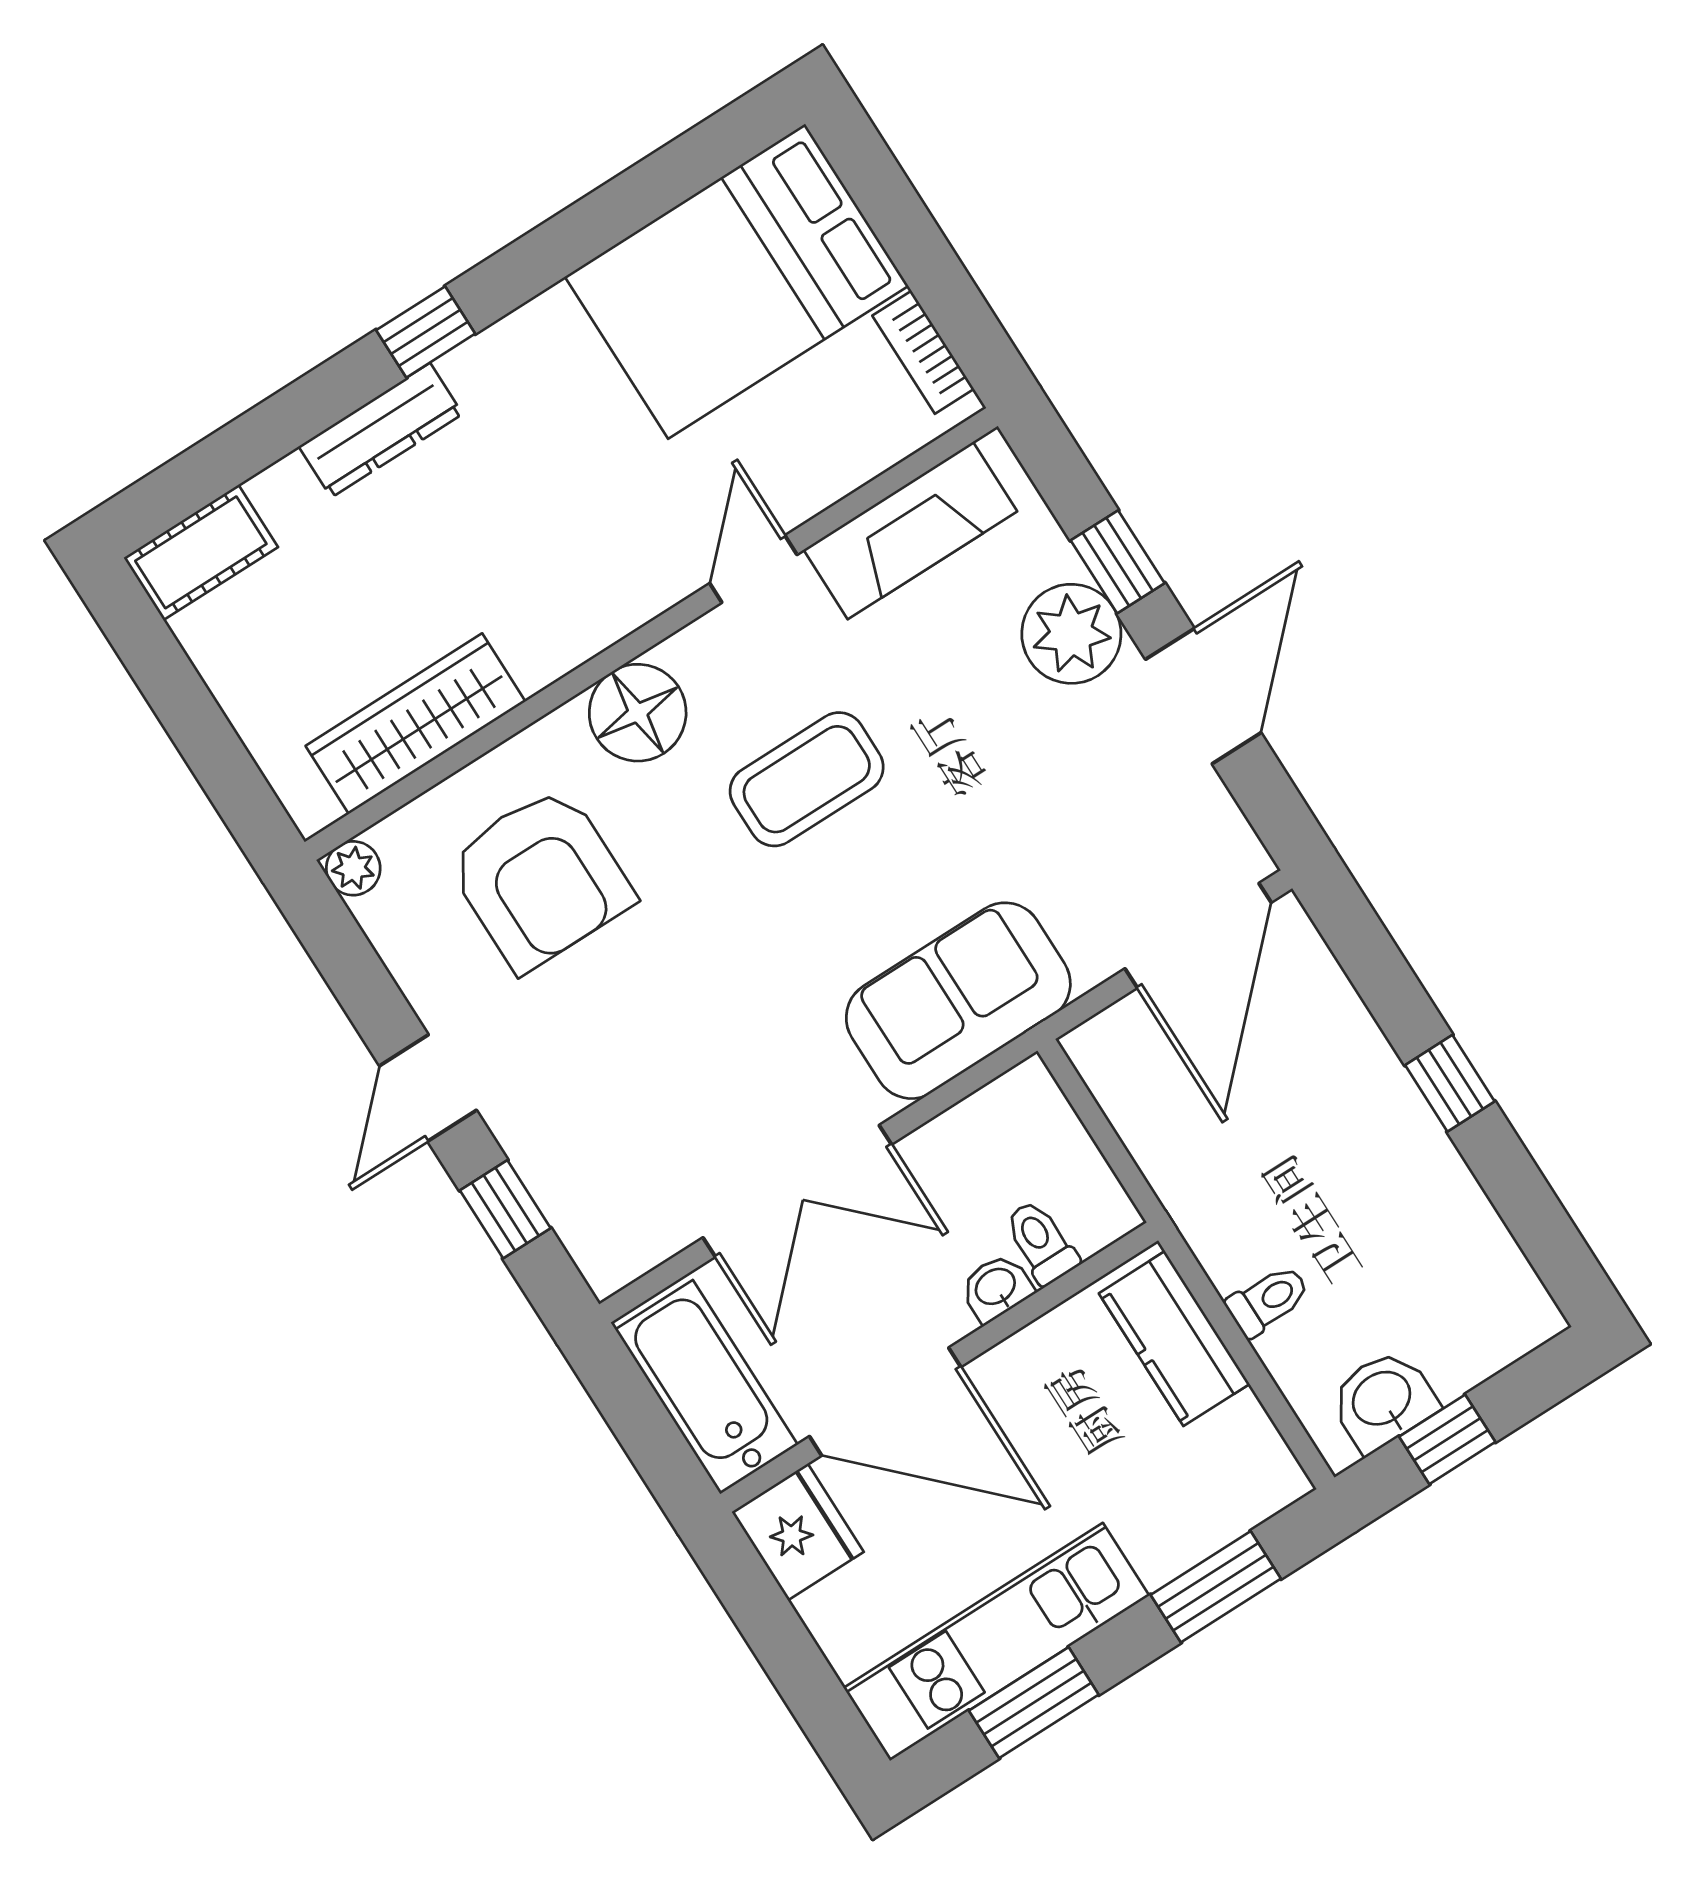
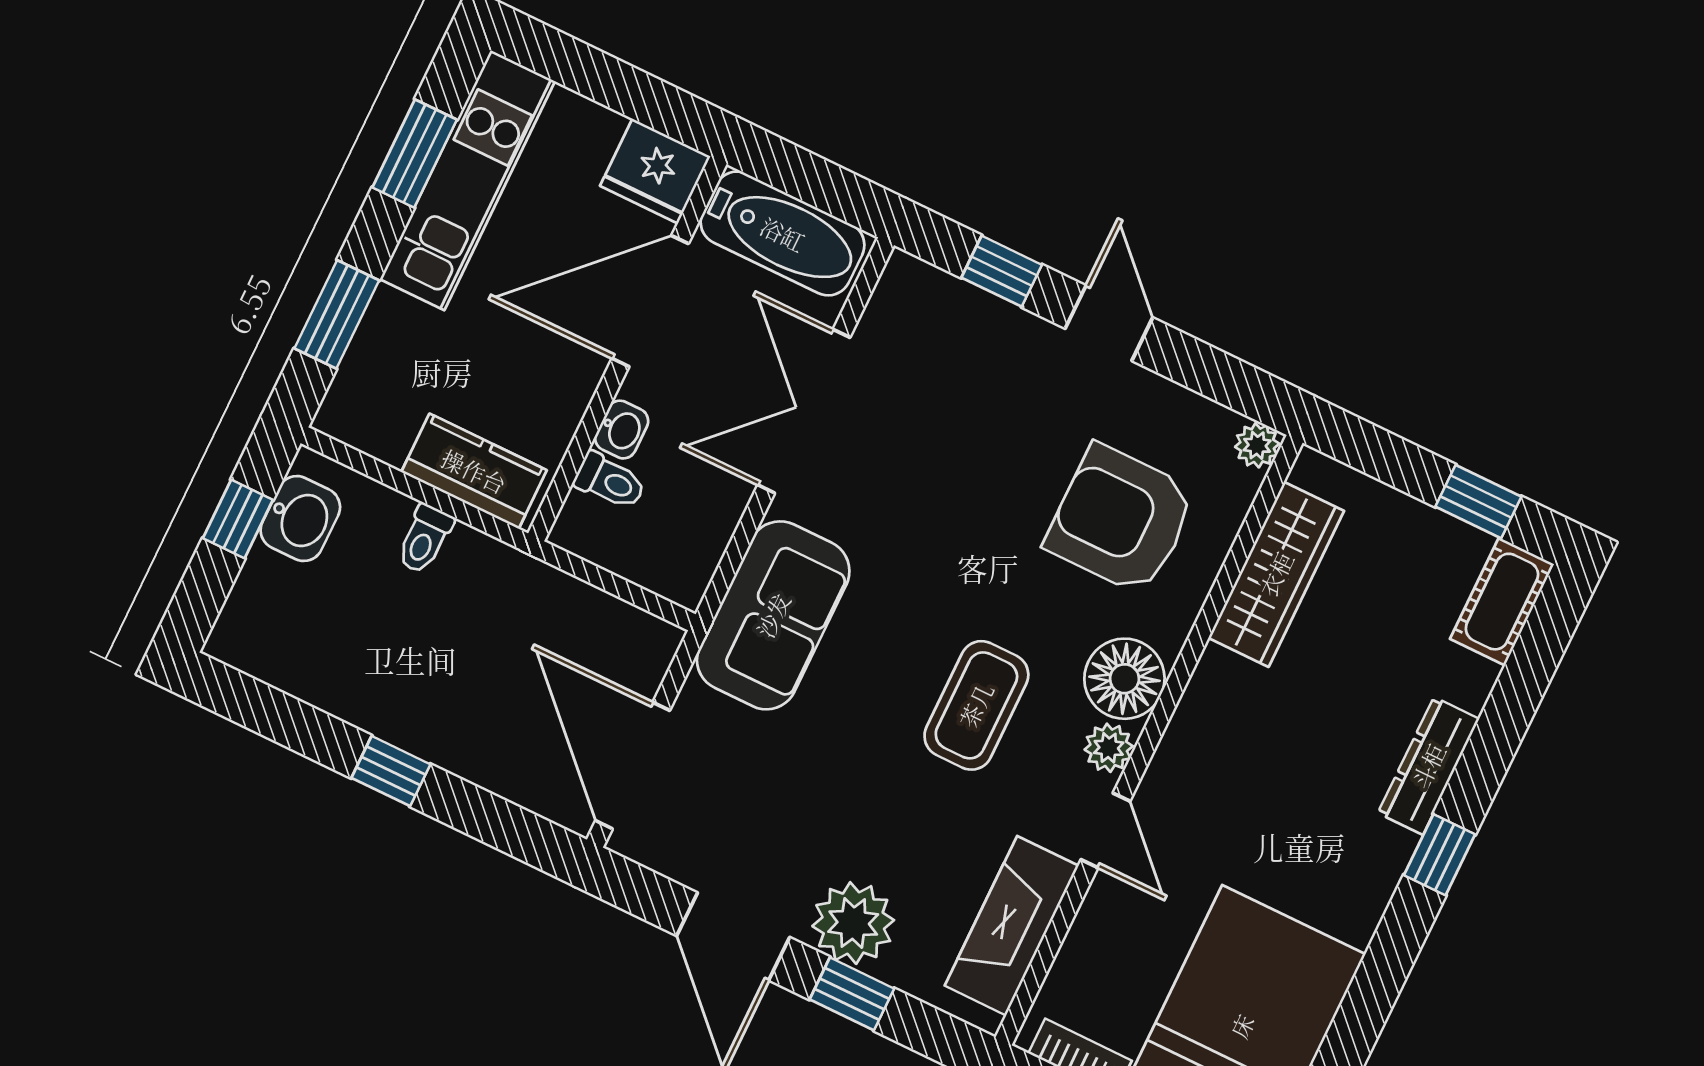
plant: (698, 652) -> (1109, 748), added
window: (162, 670) -> (1478, 502), added

